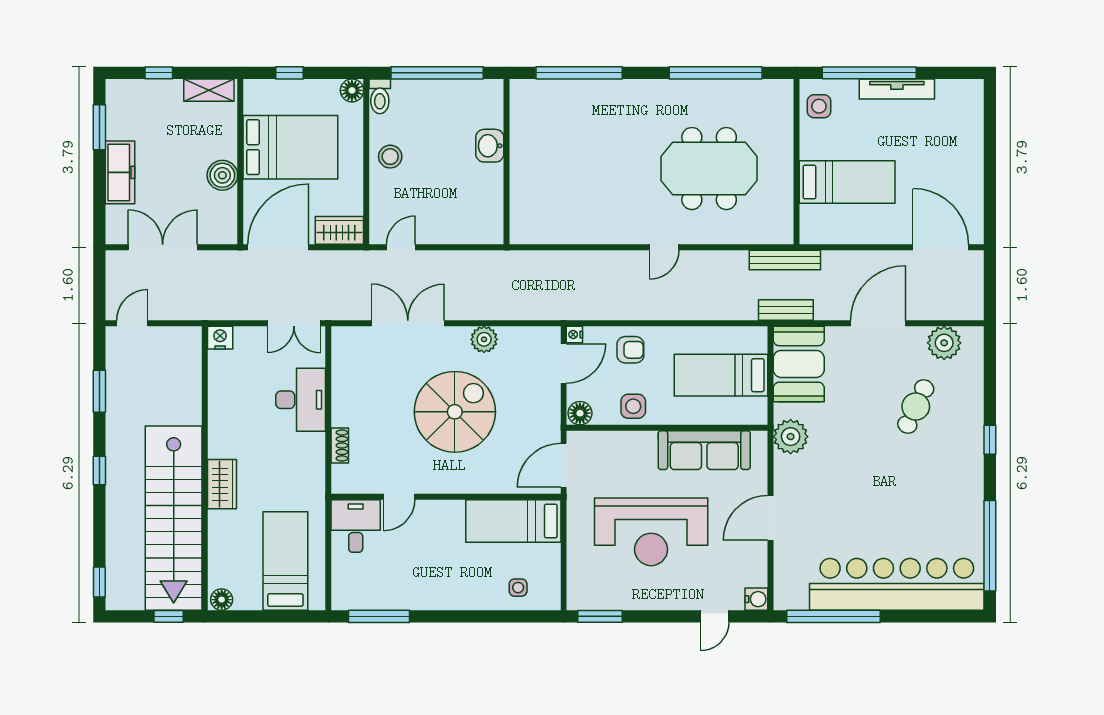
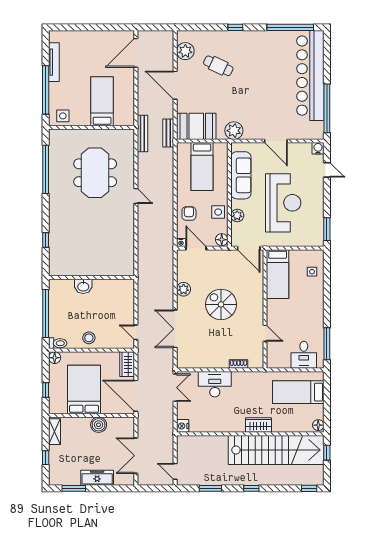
window: (579, 73) -> (46, 240), width x0.32
tv unit: (897, 89) -> (54, 62), moved
spiral stairs: (455, 412) -> (221, 304), width x0.73, depth x0.73
plant: (627, 443) -> (237, 215), added
desk: (356, 526) -> (304, 355), moved, turned -90

